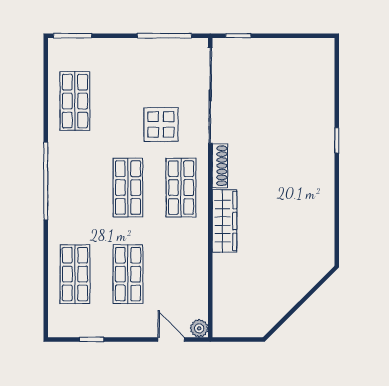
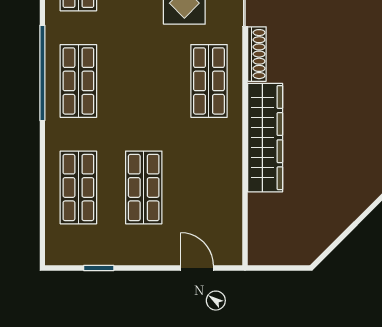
shop shelf: (128, 188) -> (78, 81), moved
wardrobe: (225, 221) -> (265, 138), width x1.40, depth x1.17
plant: (199, 328) -> (231, 254), removed

